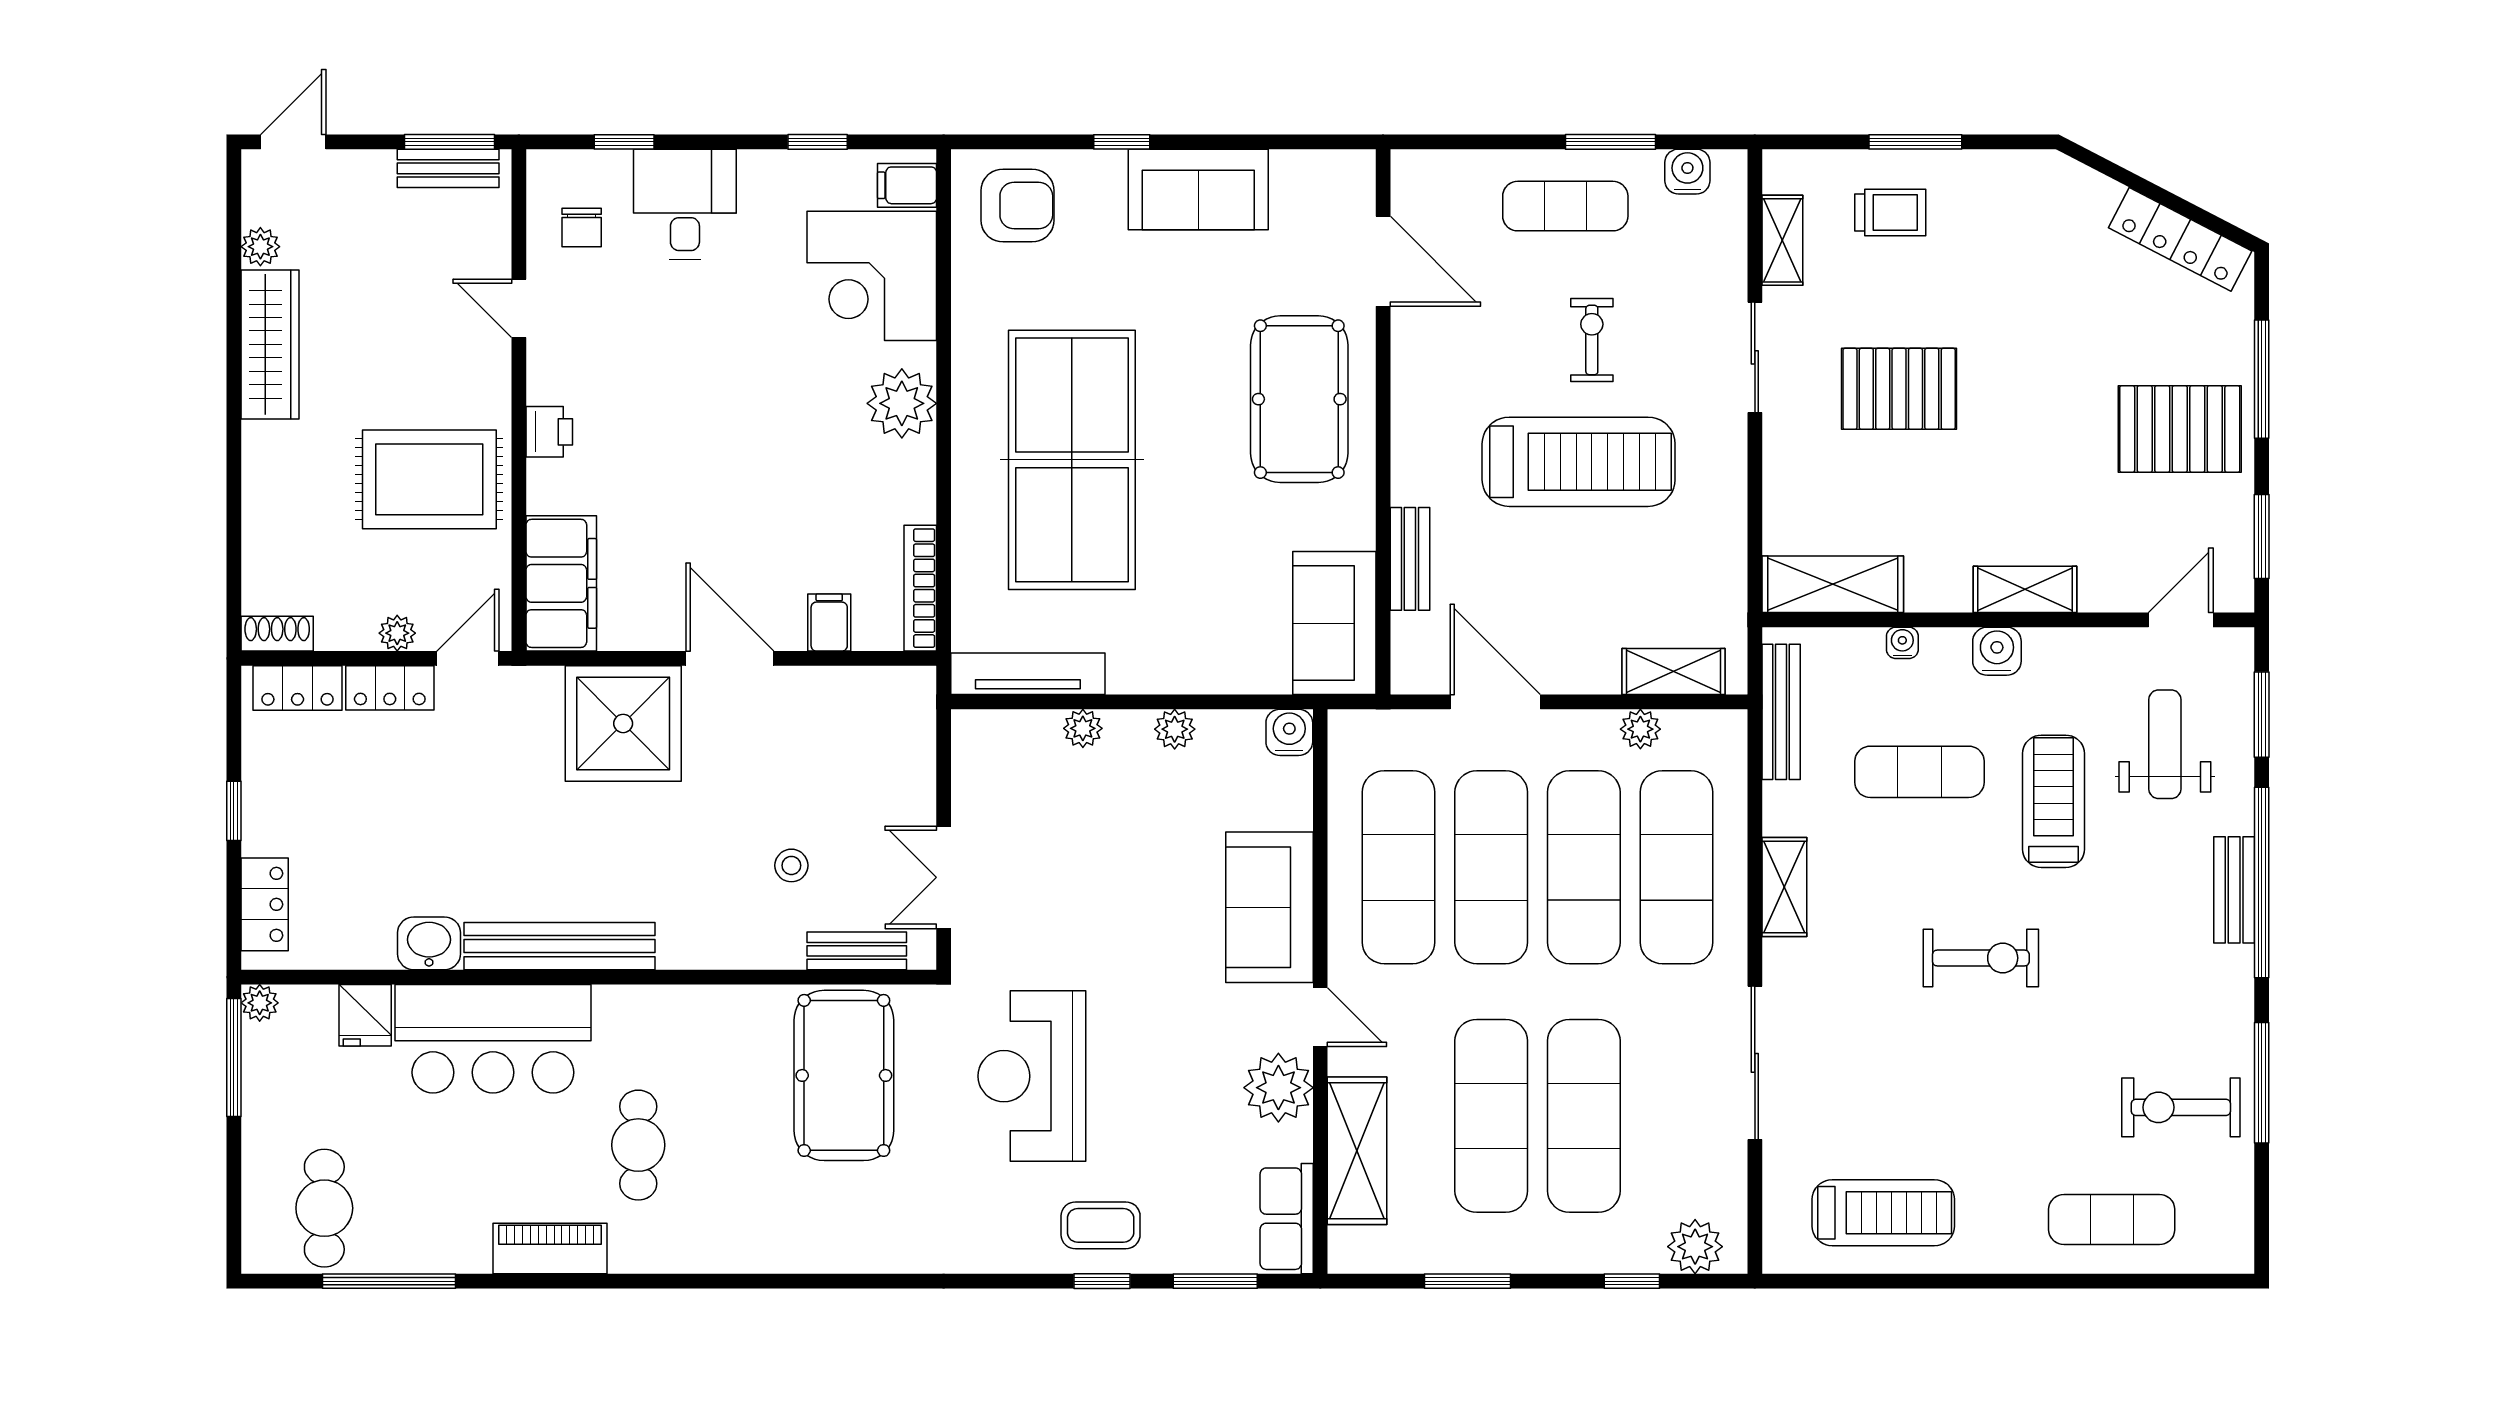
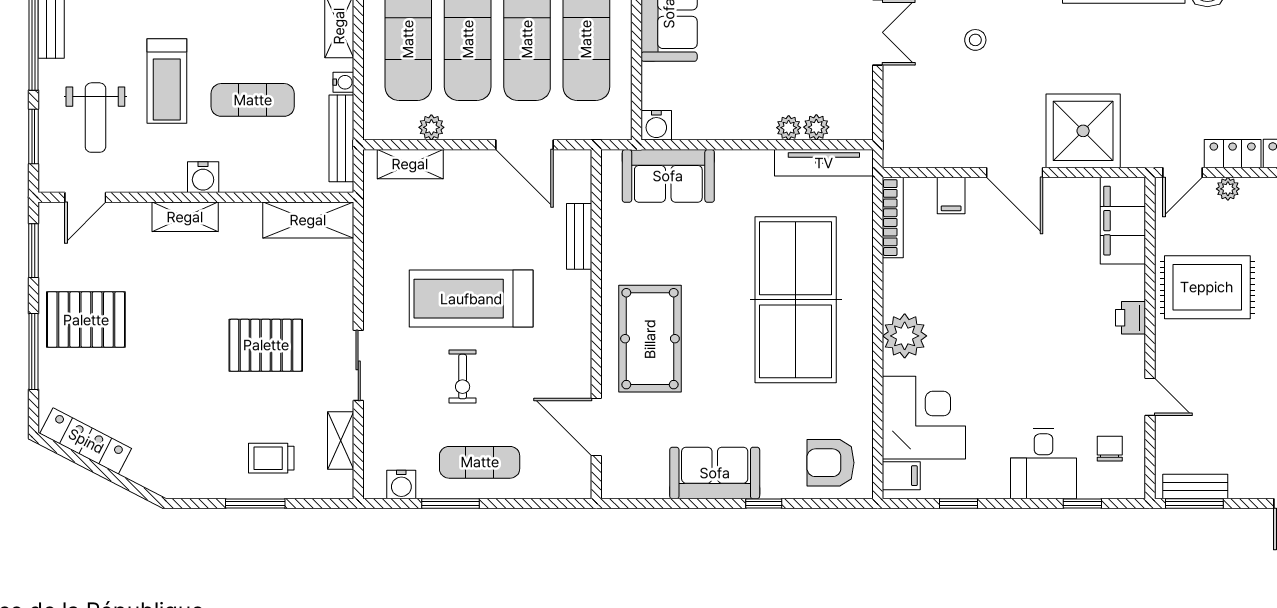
sofa: (1334, 623) -> (668, 176), moved, turned 90
water cooler: (1902, 643) -> (343, 82), moved, turned -90
plant: (1175, 729) -> (816, 127), moved

